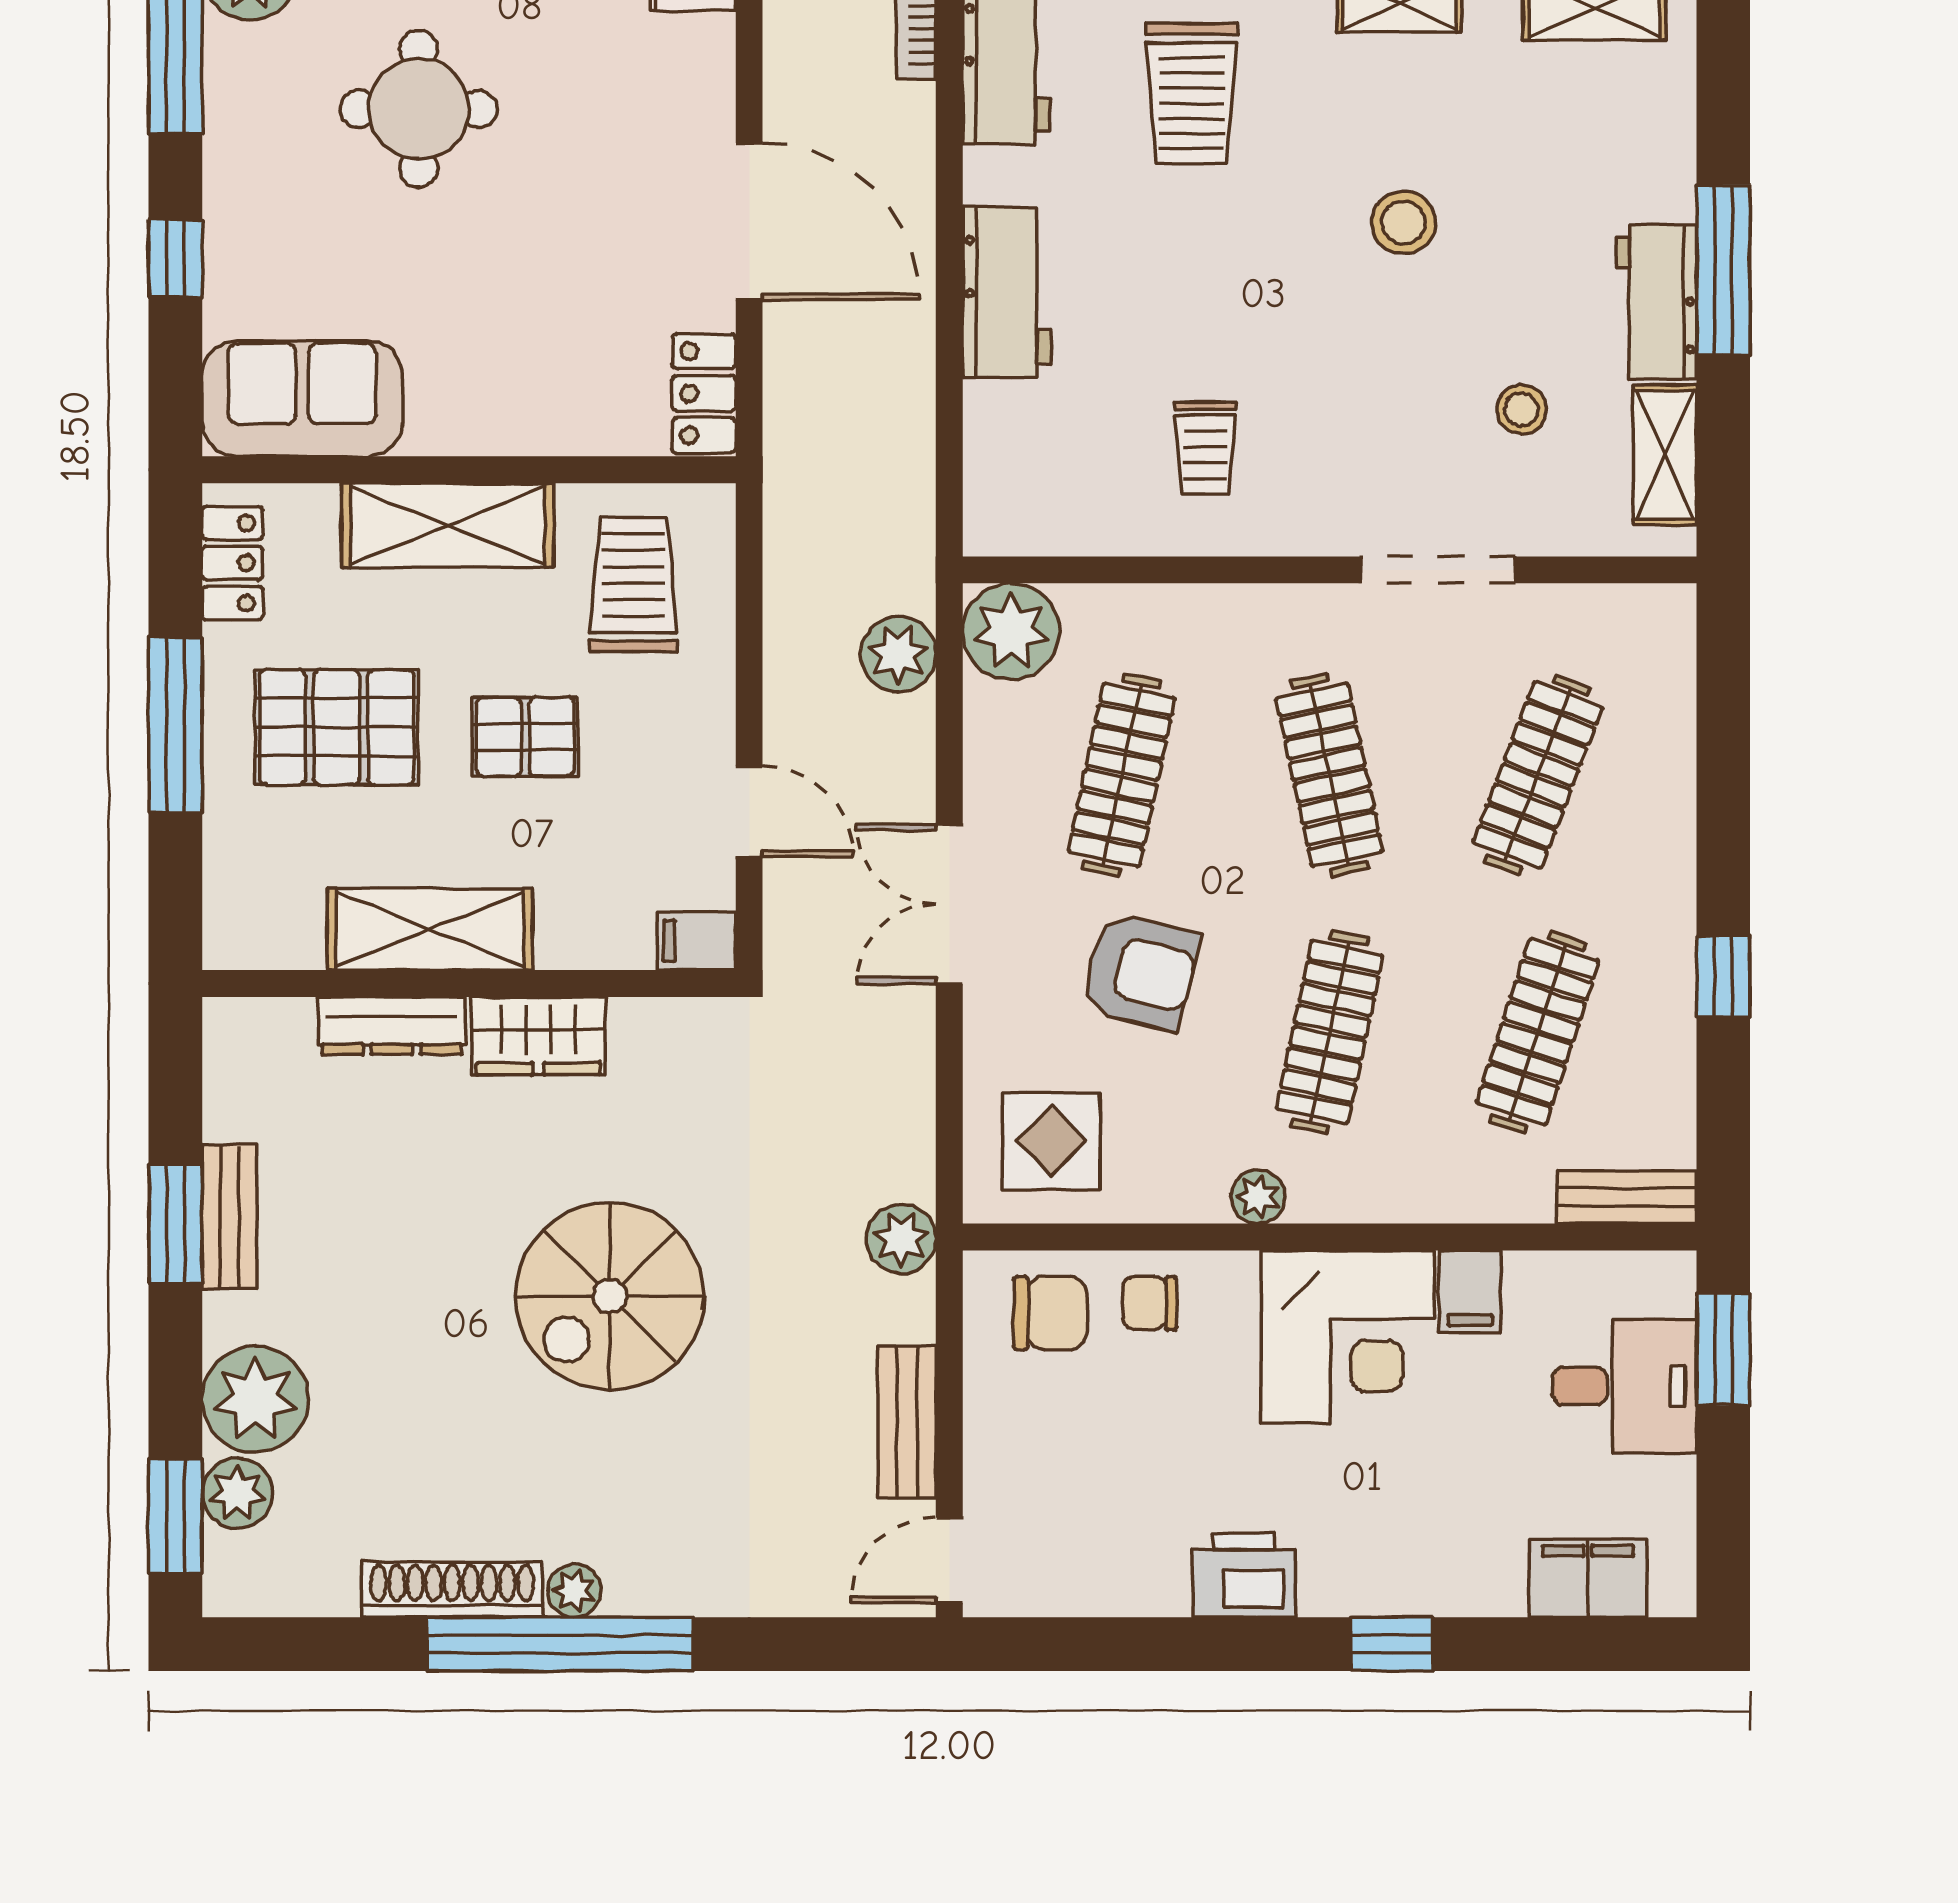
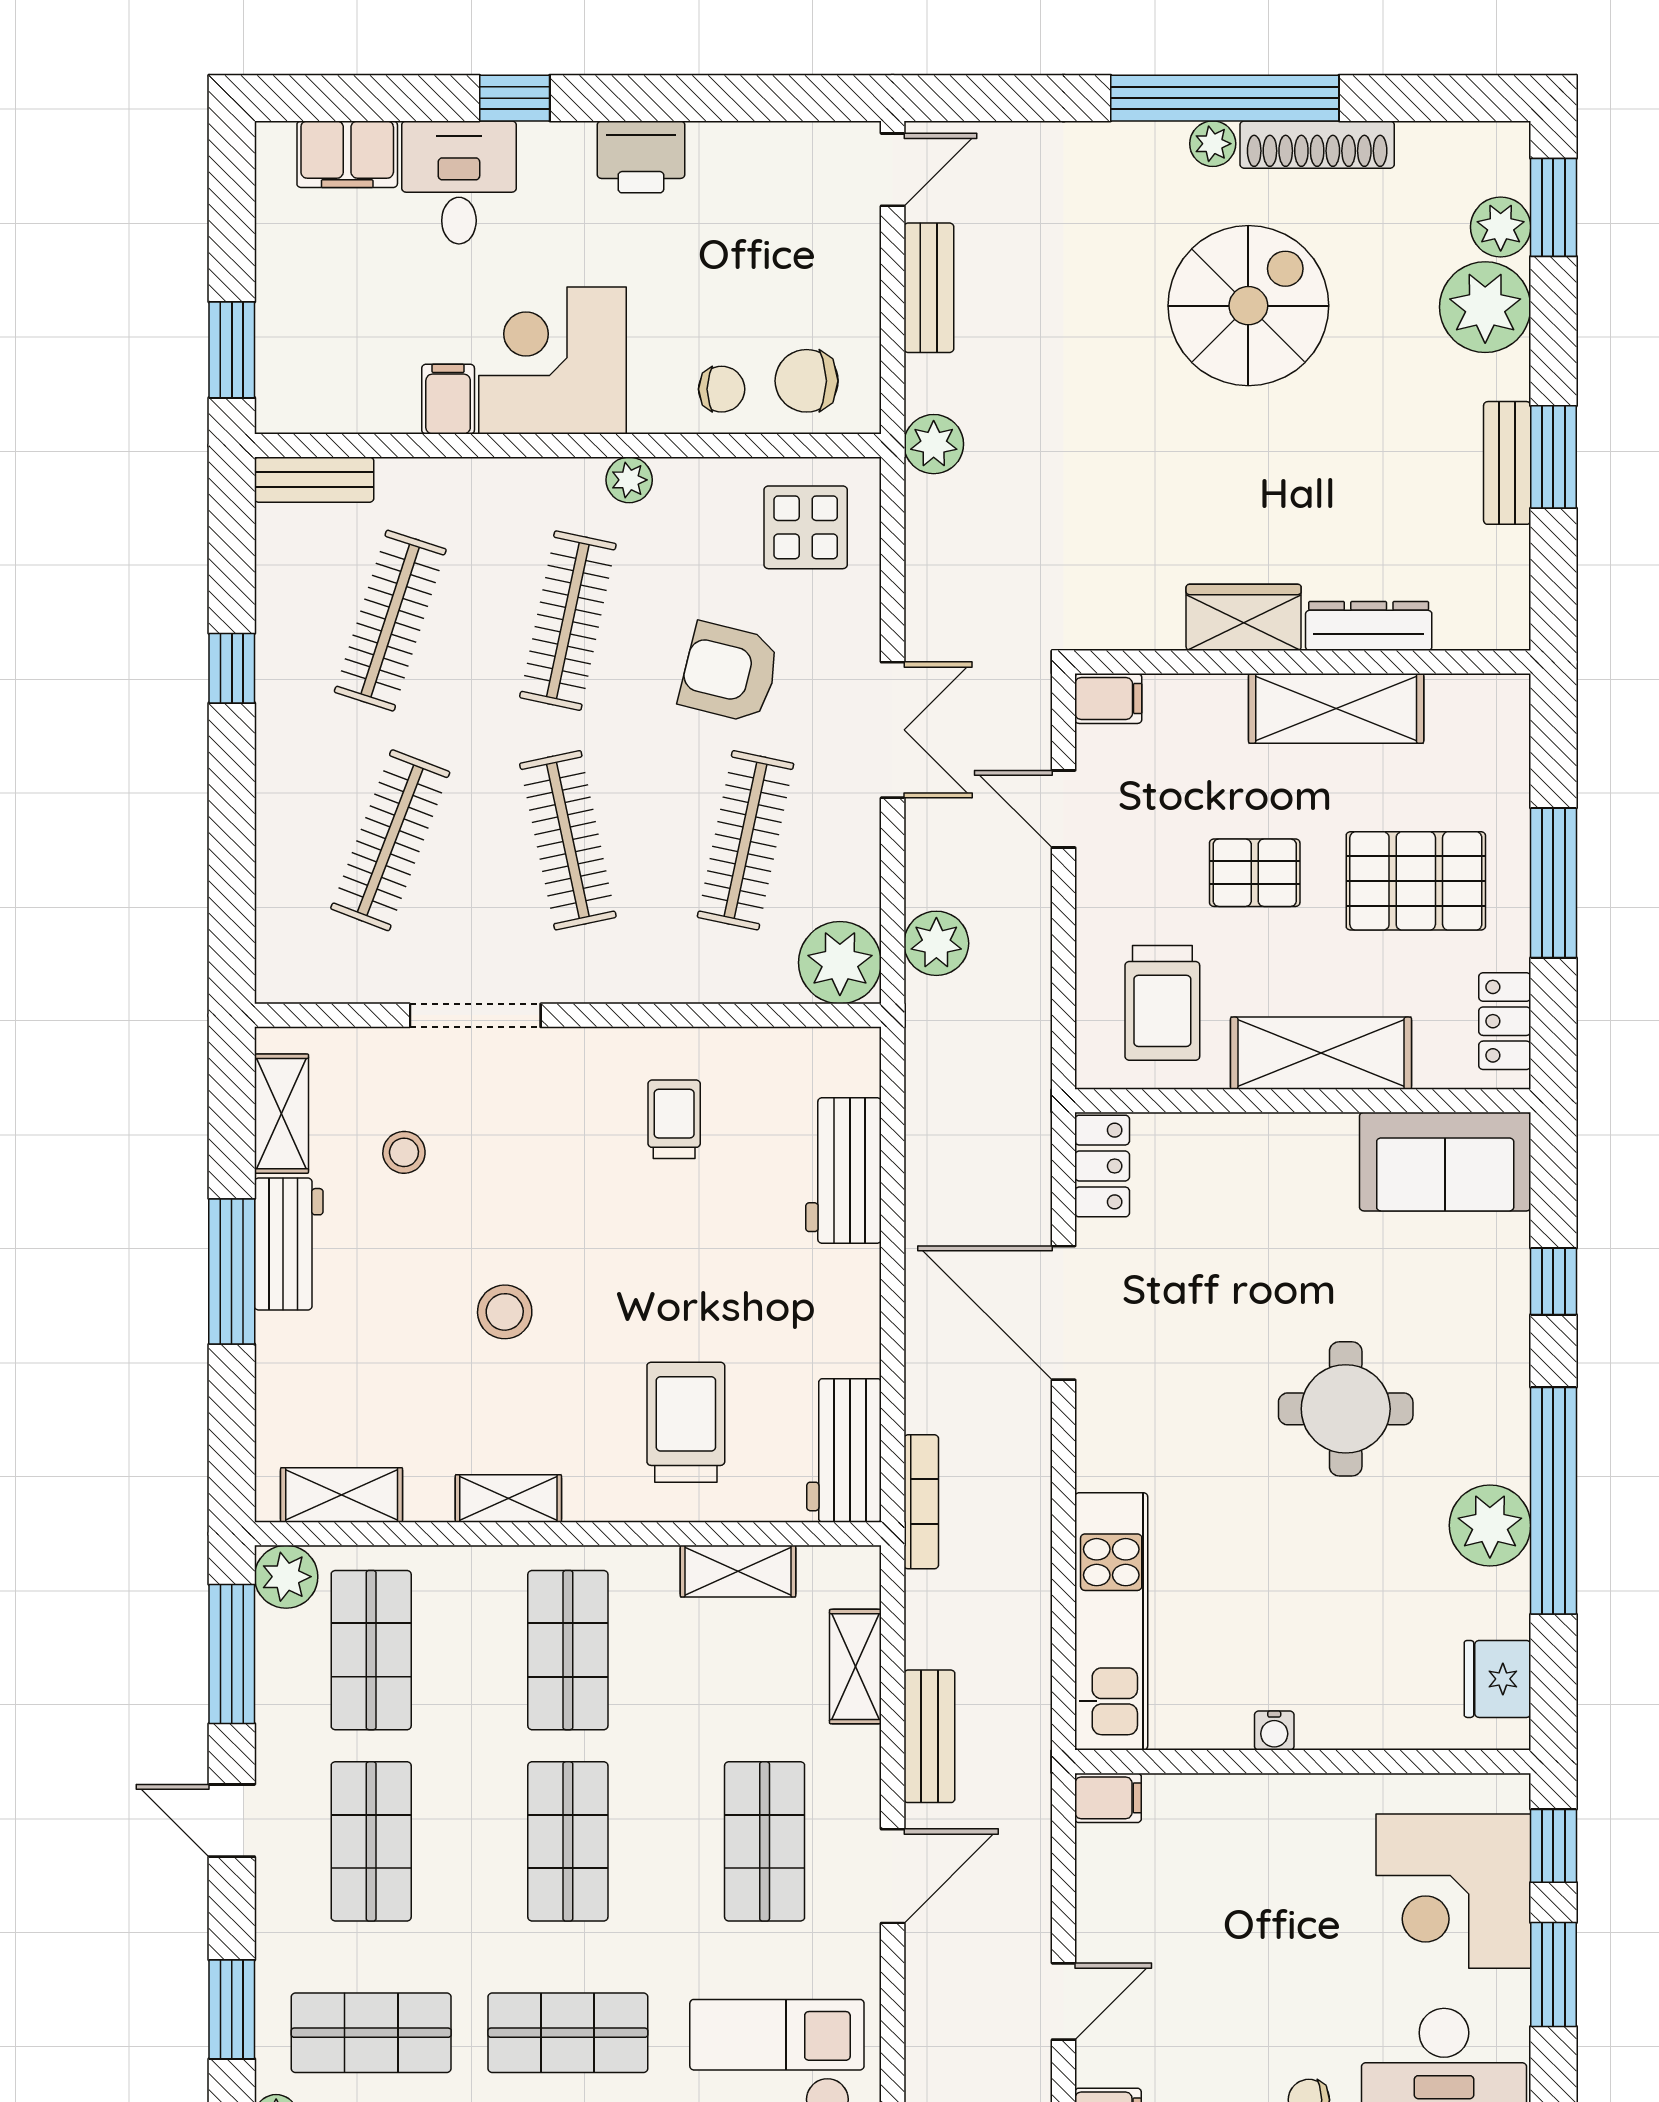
workbench: (1007, 292) -> (844, 1171), moved
spiral stairs: (610, 1296) -> (1248, 306), moved
desk: (1624, 1386) -> (459, 182), moved, turned 90

